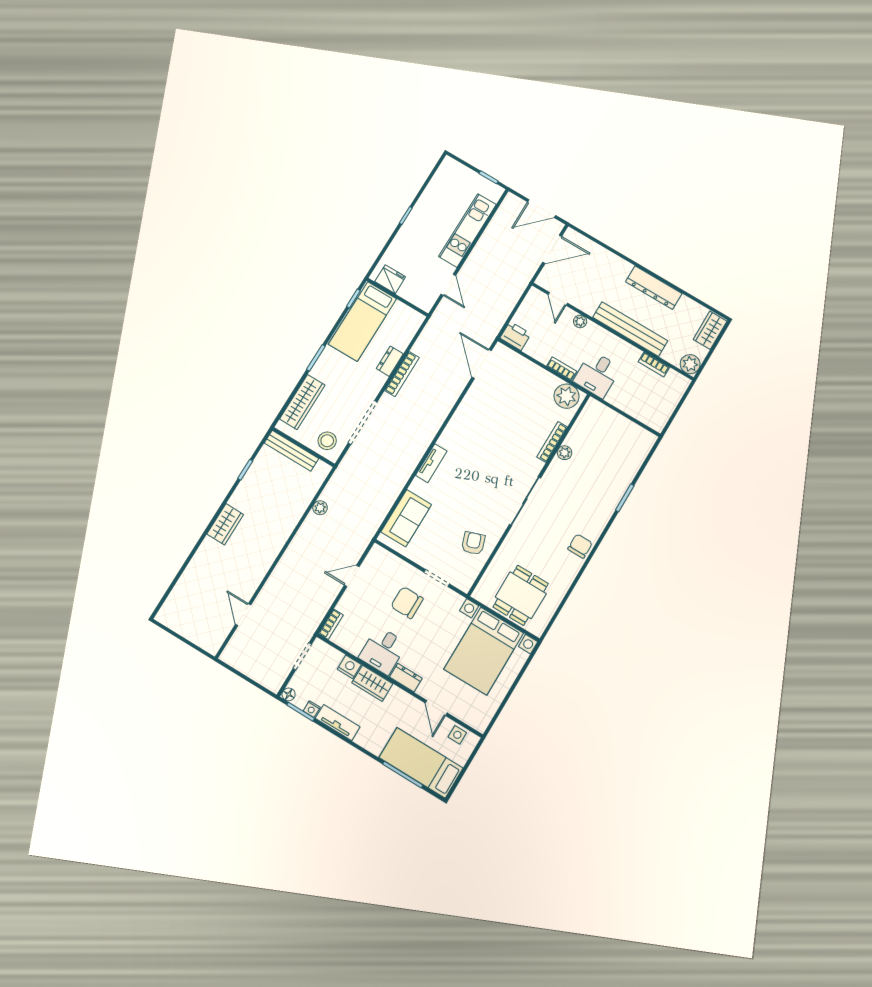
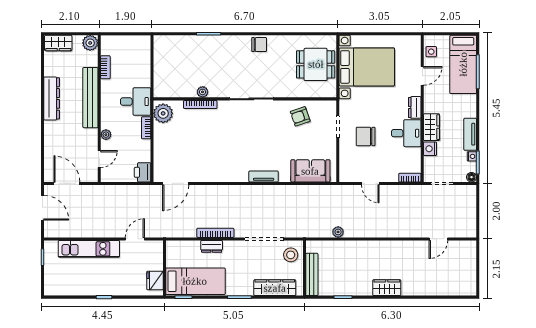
chair: (580, 546) -> (259, 45), turned 180
chair: (407, 603) -> (366, 136), turned 90

